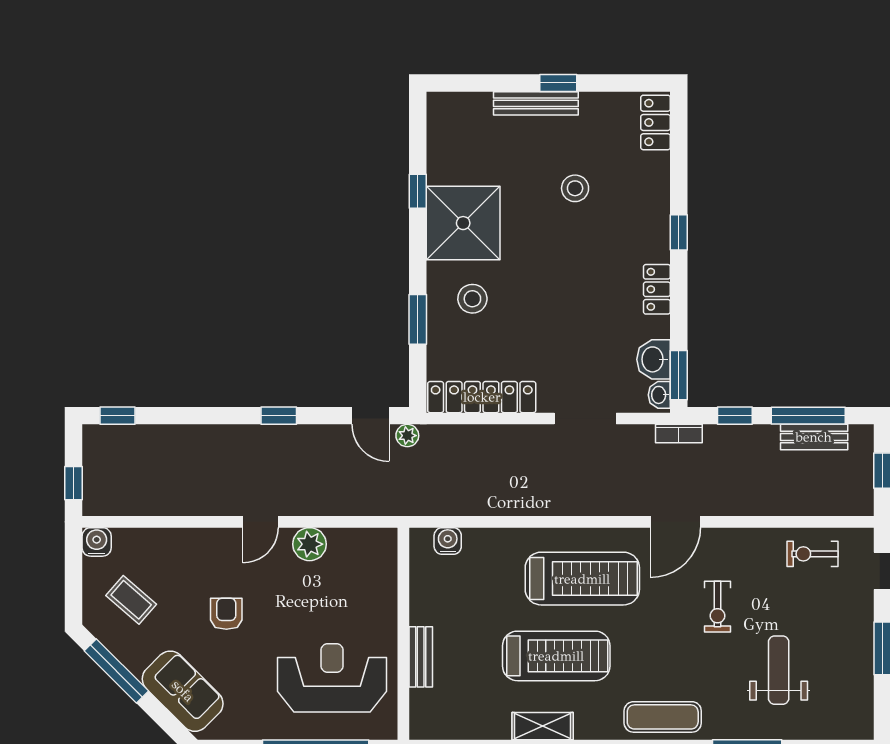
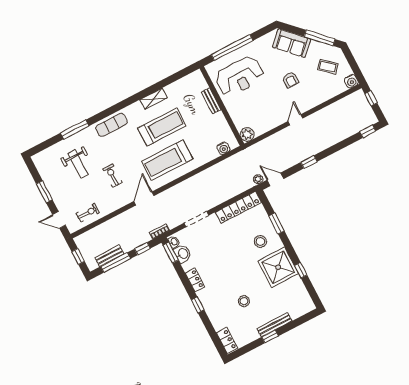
plant: (310, 544) -> (247, 134), moved
treadmill: (556, 656) -> (162, 127), turned 180

